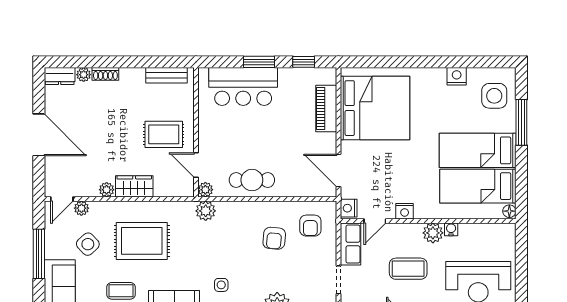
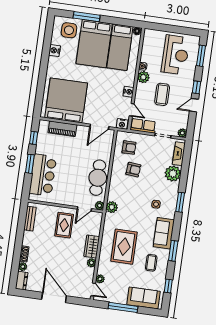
door: (39, 135) -> (54, 298), hinge flipped
bed: (478, 150) -> (94, 44), width x1.50
cafe table: (252, 180) -> (98, 178), width x1.37, depth x1.35
side table: (88, 244) -> (121, 278), removed

